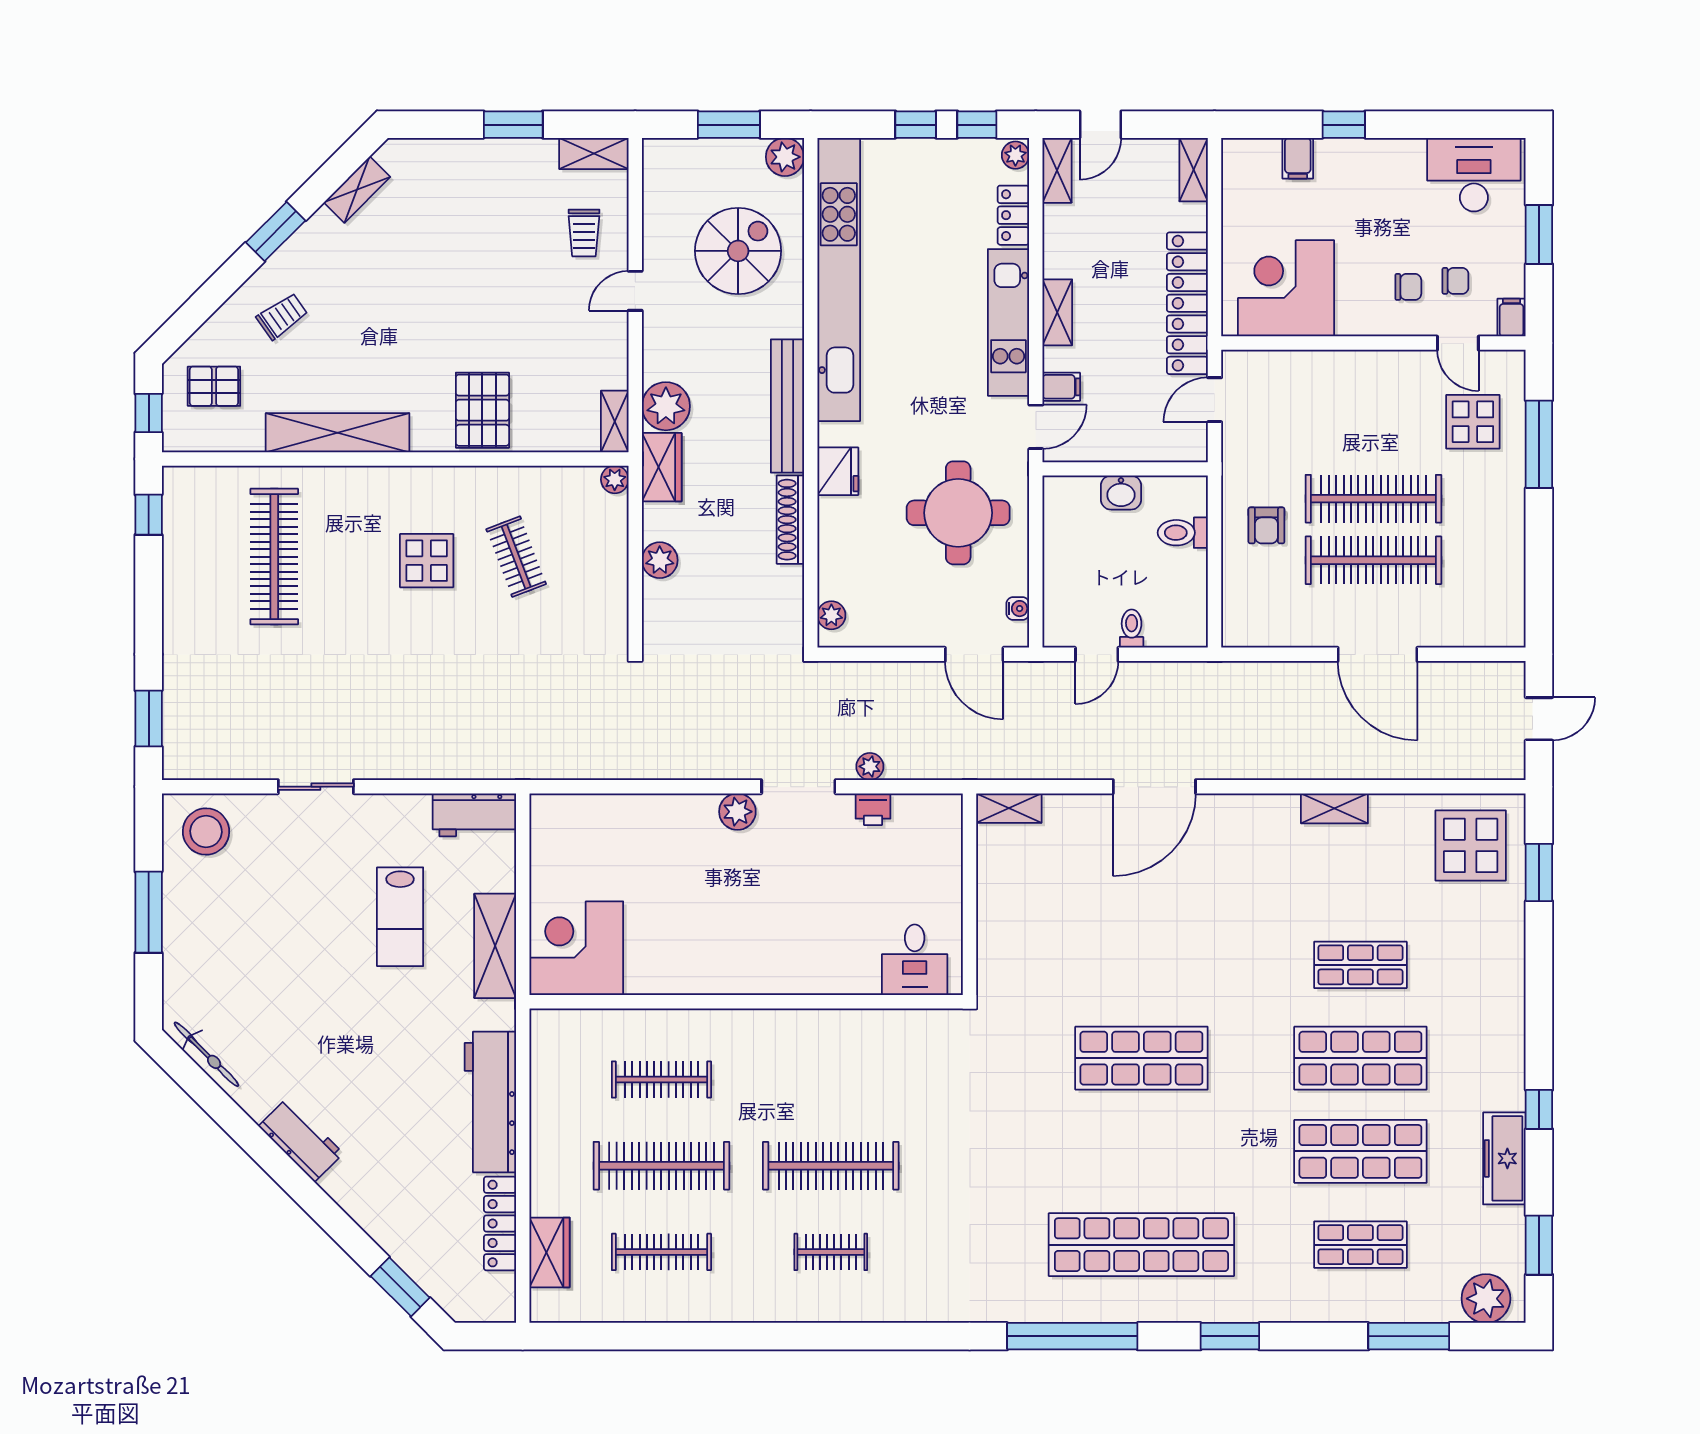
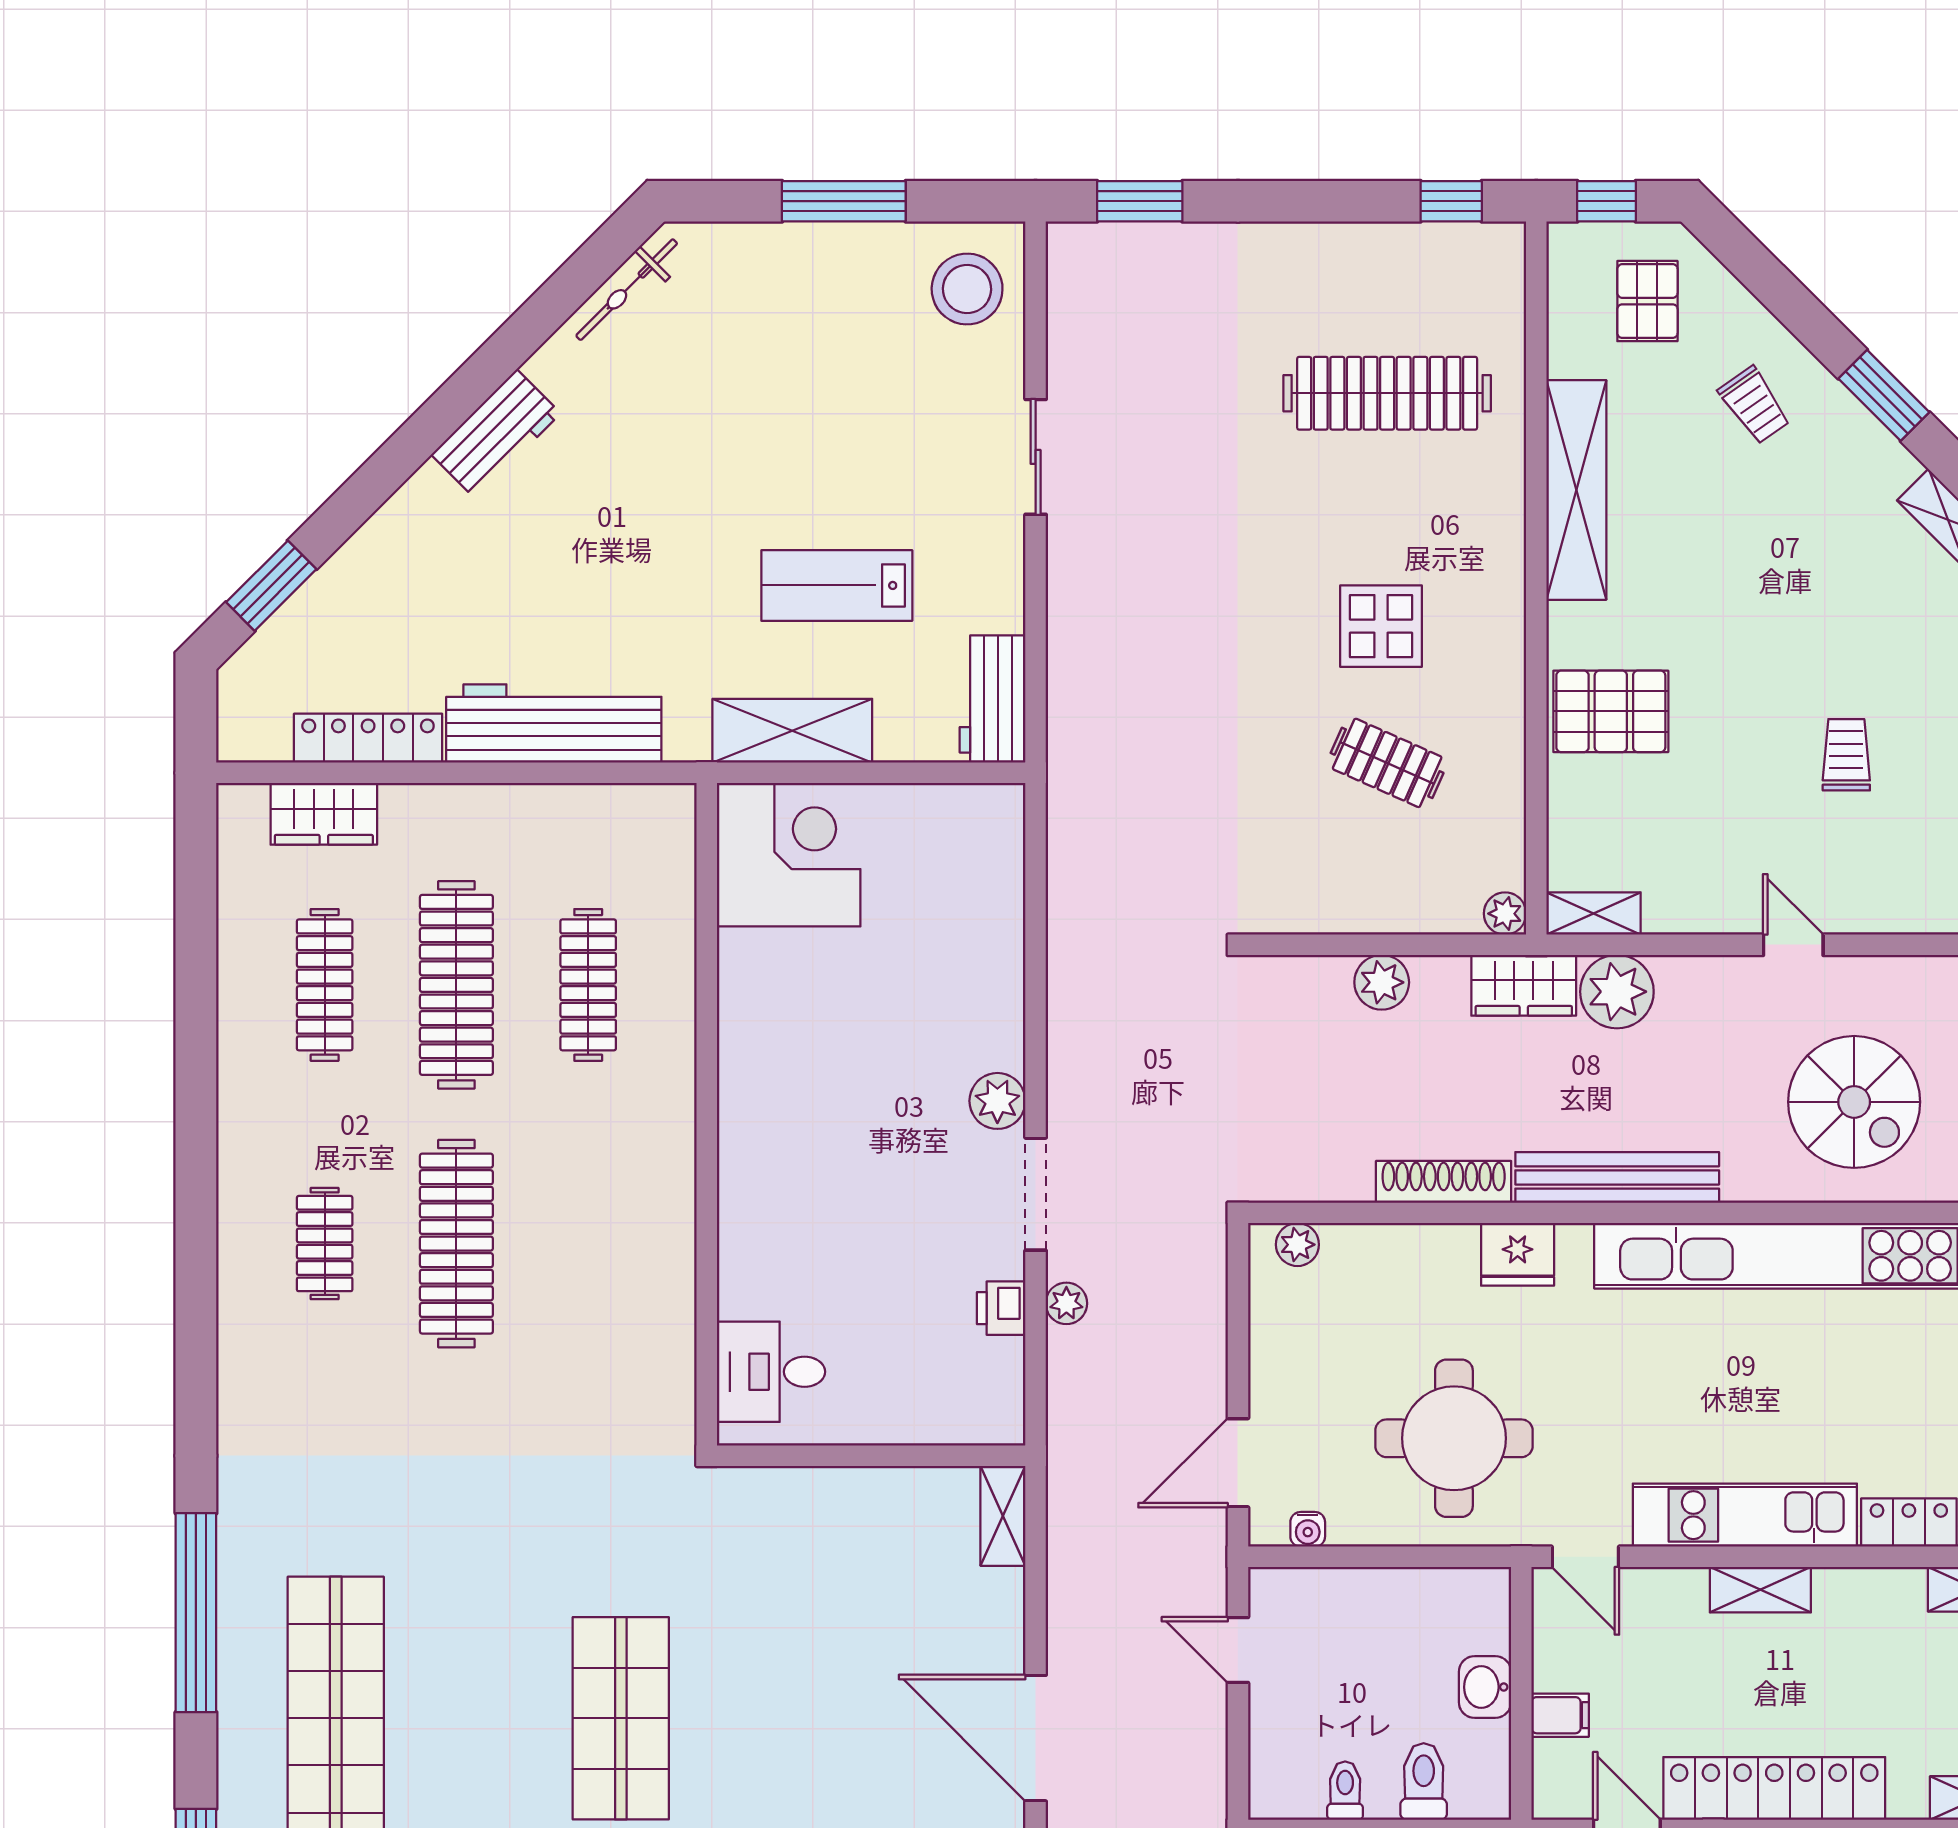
trolley: (584, 233) -> (1846, 755), moved, turned 90
filing cabinet: (1061, 387) -> (1560, 1715), moved, turned -90
clothes rail: (516, 557) -> (1387, 763), turned 45
toilet: (1132, 629) -> (1345, 1791), moved, turned -90

